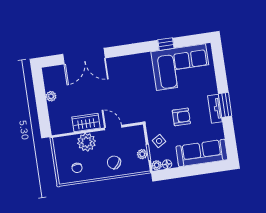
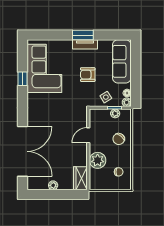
double door: (84, 56) -> (22, 151), width x1.36
armchair: (181, 117) -> (88, 75), turned -90
wardrobe: (86, 123) -> (80, 178), moved

